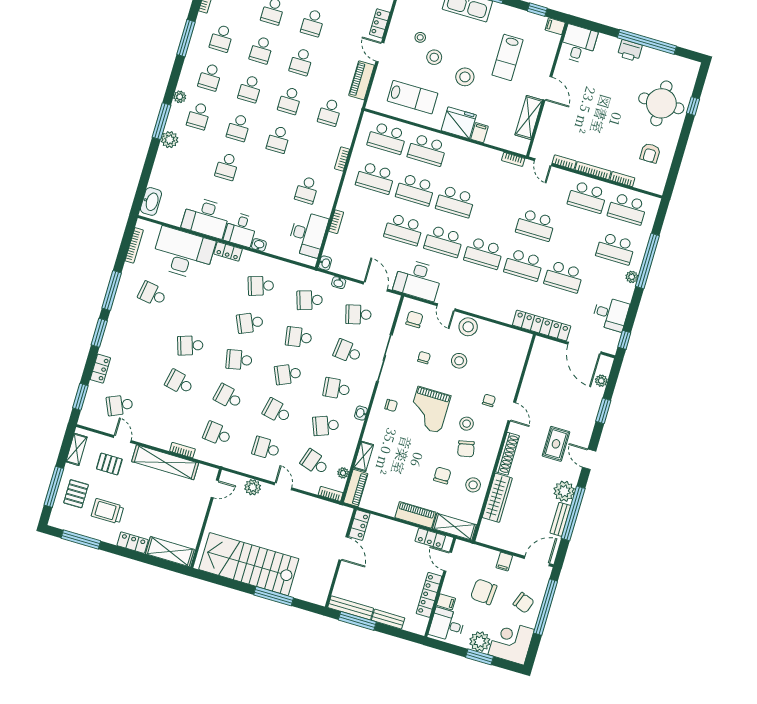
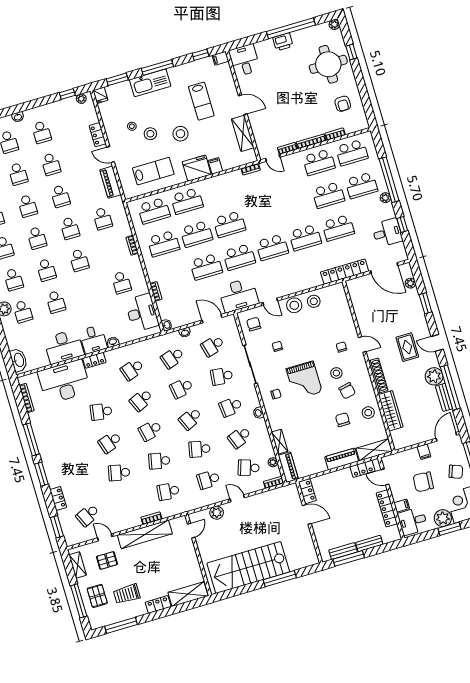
plant: (694, 67) -> (334, 24), added
school desk: (187, 155) -> (23, 312), added
school desk: (535, 225) -> (328, 195), moved
school desk: (152, 294) -> (101, 412), moved
window: (624, 340) -> (402, 225), moved
stool: (459, 361) -> (314, 301), moved
bench: (351, 608) -> (343, 551), width x0.73

